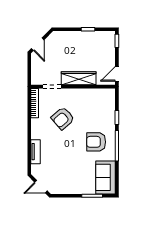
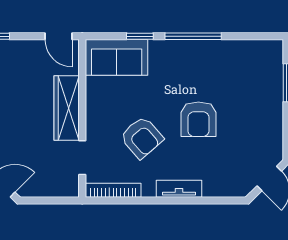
armchair: (96, 142) -> (198, 119), moved
tv unit: (36, 152) -> (179, 189), moved
sofa: (106, 177) -> (117, 57), moved

